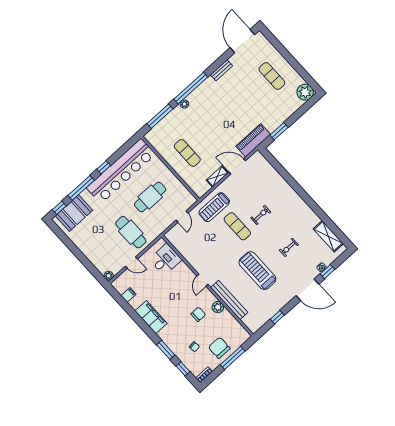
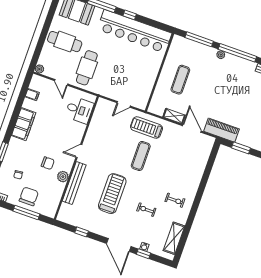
cafe table: (150, 197) -> (65, 42), moved
exercise bike: (261, 215) -> (175, 200), moved

